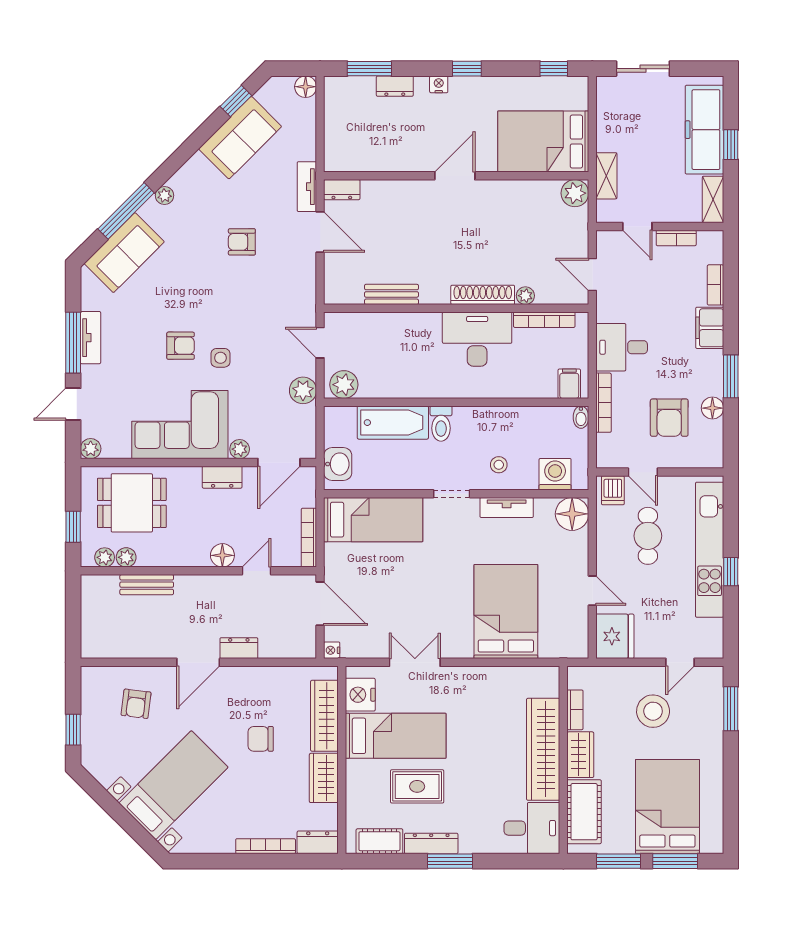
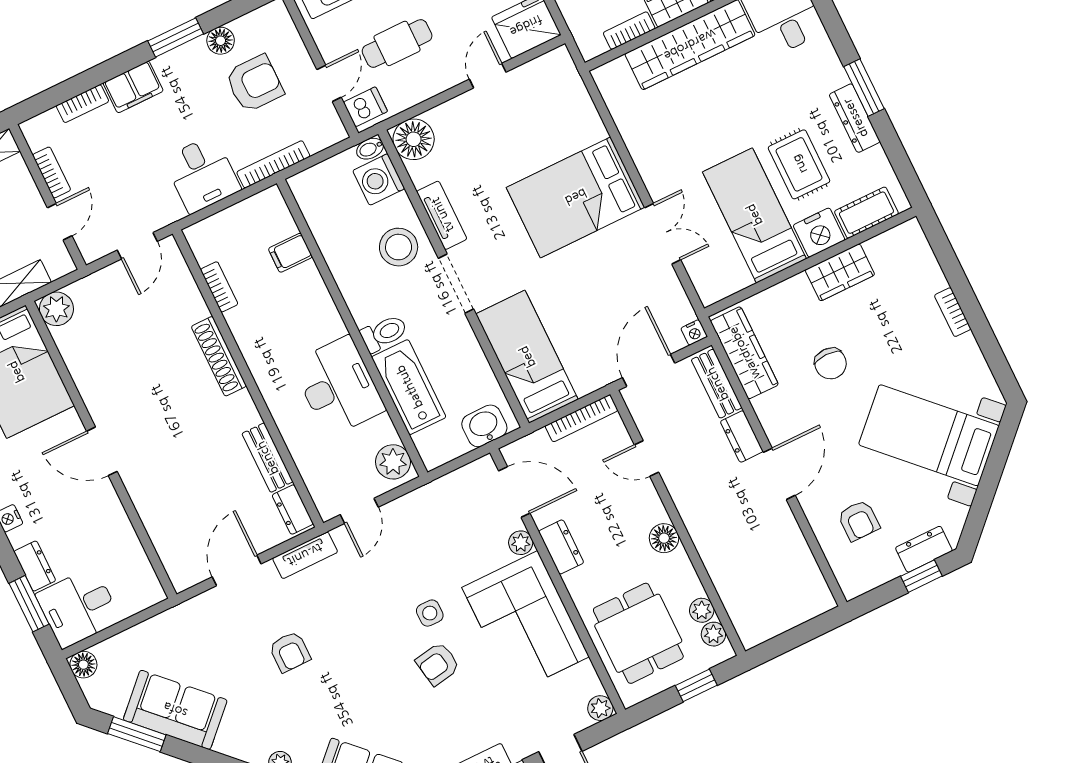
window: (236, 101) -> (137, 734), width x1.50
desk: (349, 103) -> (78, 607), added
tv unit: (307, 187) -> (305, 555), moved
dresser: (342, 190) -> (293, 509), moved, turned 180
plant: (525, 296) -> (197, 309), removed
bookcase: (544, 320) -> (219, 287), width x0.64
desk: (477, 339) -> (338, 386), moved, turned 180
armchair: (181, 346) -> (438, 664), turned -100
filing cabinet: (569, 384) -> (290, 253), moved
plant: (303, 390) -> (421, 504), removed
bidet: (581, 417) -> (370, 149), moved, turned 180
stool: (499, 465) -> (399, 247), width x1.89, depth x1.89
doorway: (452, 494) -> (456, 284), width x1.38
floor lamp: (222, 555) -> (664, 538), moved
bench: (147, 585) -> (717, 384), moved
bed: (506, 612) -> (576, 197), moved
door: (198, 662) -> (779, 474), hinge flipped
double door: (415, 662) -> (663, 234), swing flipped
nightstand: (360, 695) -> (819, 233), moved
armchair: (136, 704) -> (859, 520), turned 83
wardrobe: (324, 716) -> (744, 353), moved, turned -90
cot: (379, 841) -> (866, 213), moved, turned 90
dresser: (318, 842) -> (924, 549), moved, turned 90
bookcase: (266, 846) -> (953, 312), width x0.64

